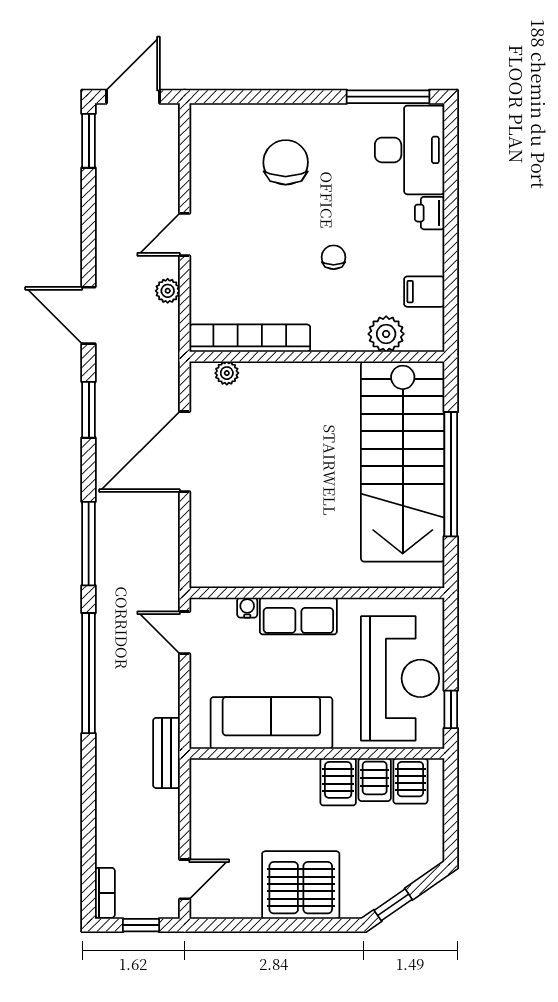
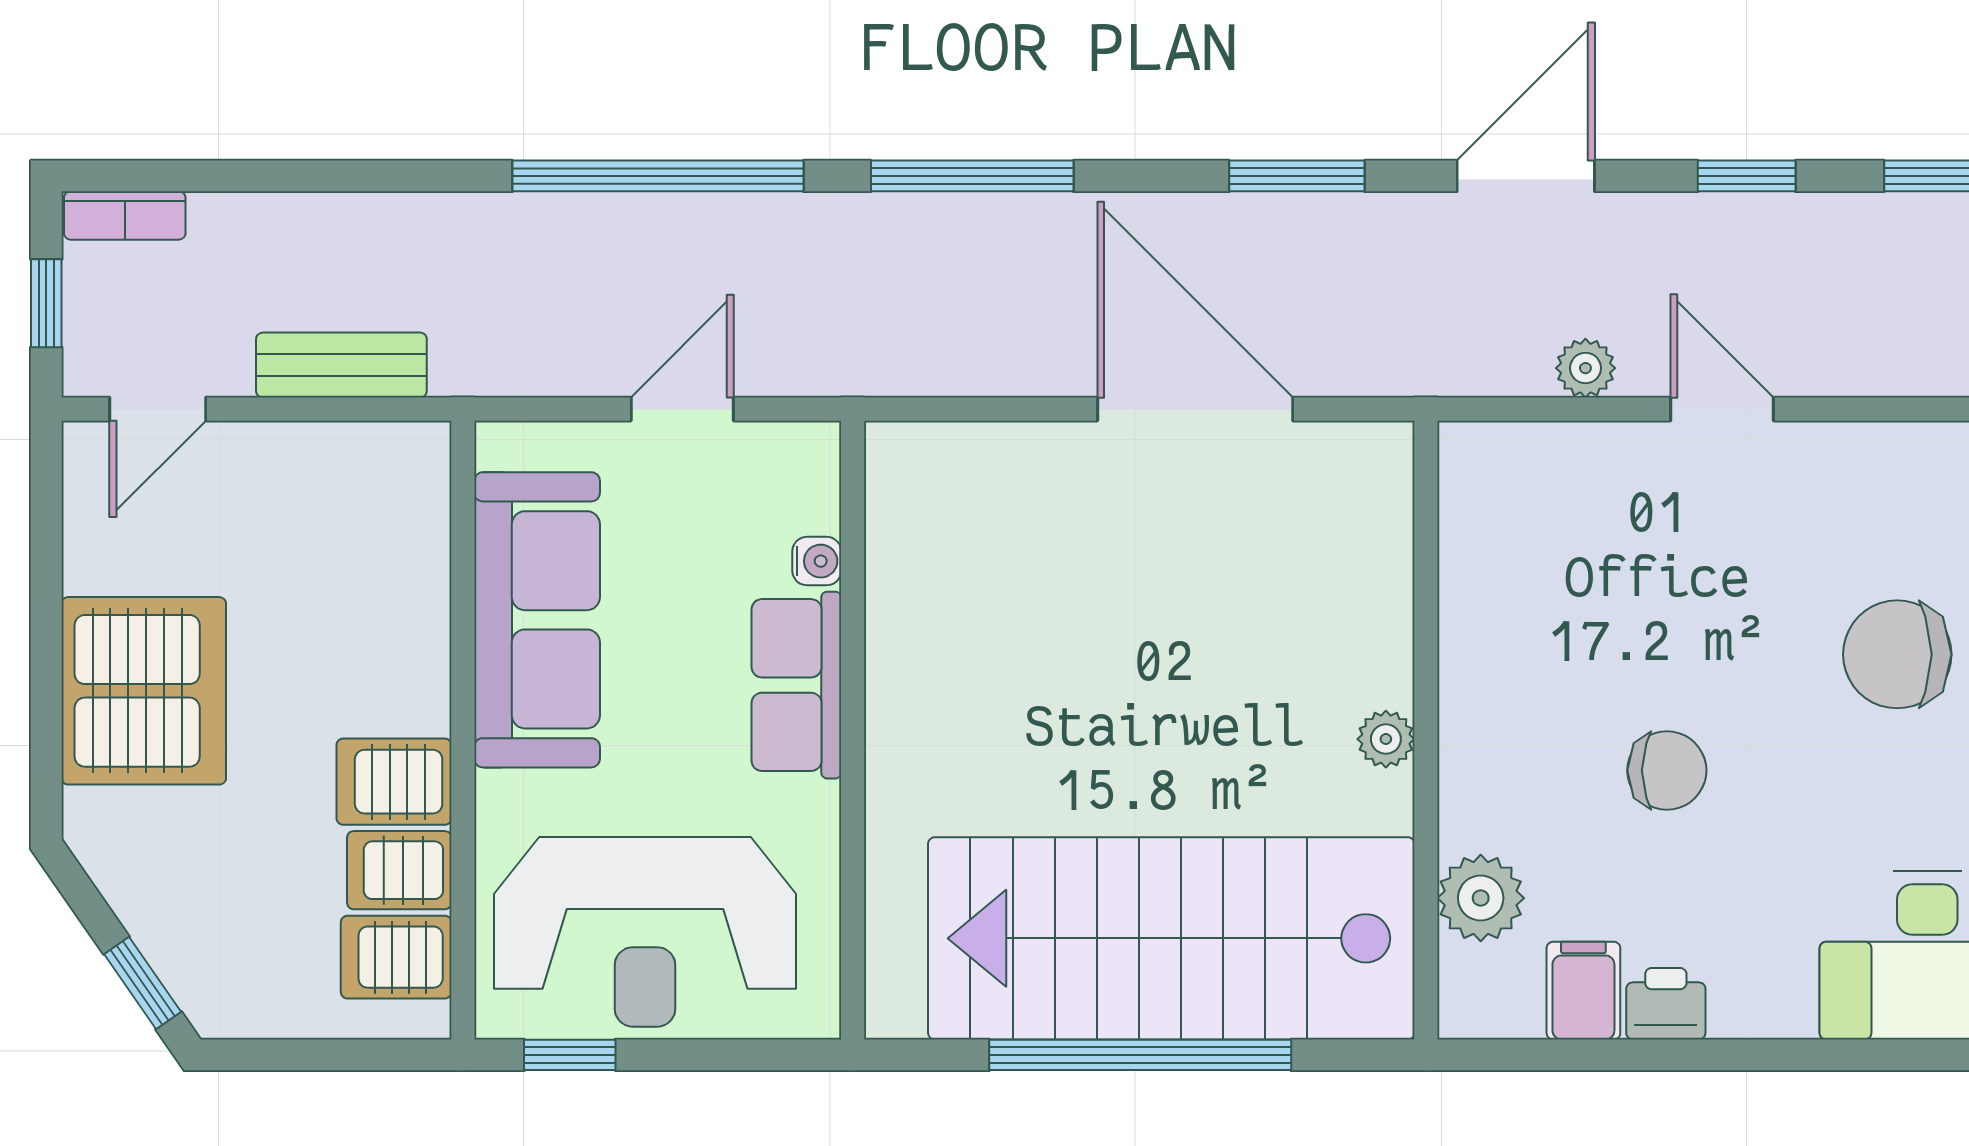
chair: (286, 162) -> (1897, 654), turned 180
printer: (430, 213) -> (1666, 1004), moved
window: (89, 224) -> (1747, 176), added
chair: (334, 257) -> (1667, 770), width x1.37, depth x1.37
bookcase: (250, 338) -> (1471, 567), removed
plant: (227, 373) -> (1386, 739), moved
door: (185, 633) -> (682, 409), moved
bench: (166, 753) -> (341, 365), moved
door: (185, 879) -> (158, 409), hinge flipped
window: (393, 905) -> (143, 983), moved

